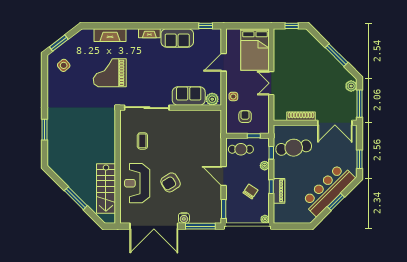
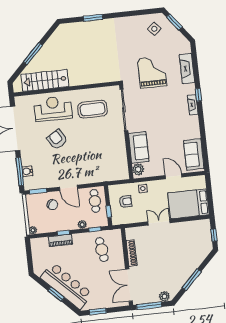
window: (206, 26) -> (198, 95), moved
sofa: (177, 38) -> (194, 154), moved
coffee table: (142, 141) -> (93, 109), width x1.86, depth x1.72
cafe table: (294, 148) -> (102, 250), width x0.73, depth x0.74
door: (224, 176) -> (68, 188), swing flipped
chair: (250, 191) -> (52, 205), moved
water cooler: (184, 218) -> (27, 171), moved

